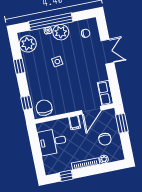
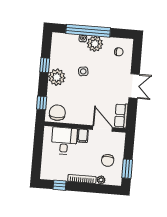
plant: (28, 44) -> (57, 77), moved
double door: (107, 52) -> (134, 86), moved
door: (91, 110) -> (103, 129), swing flipped
window: (122, 123) -> (127, 169), moved
desk: (52, 142) -> (64, 141), moved, turned 90

